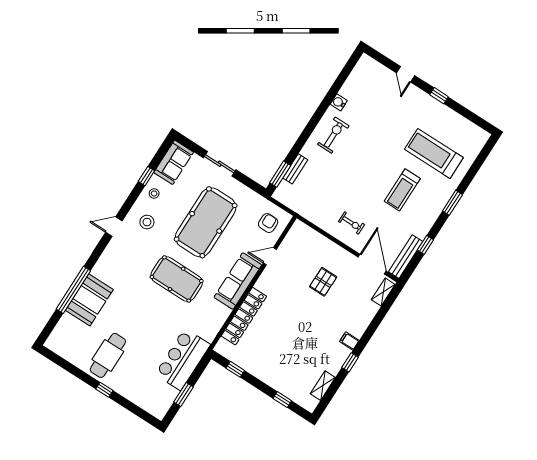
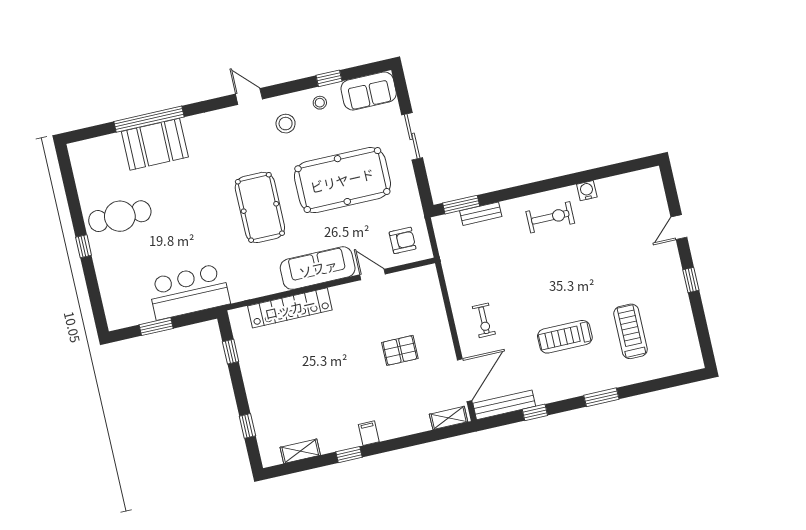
treadmill: (434, 153) -> (631, 331), width x0.73, depth x0.73

